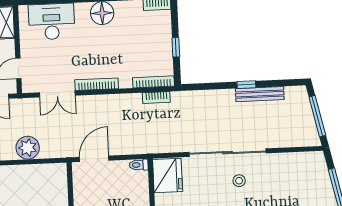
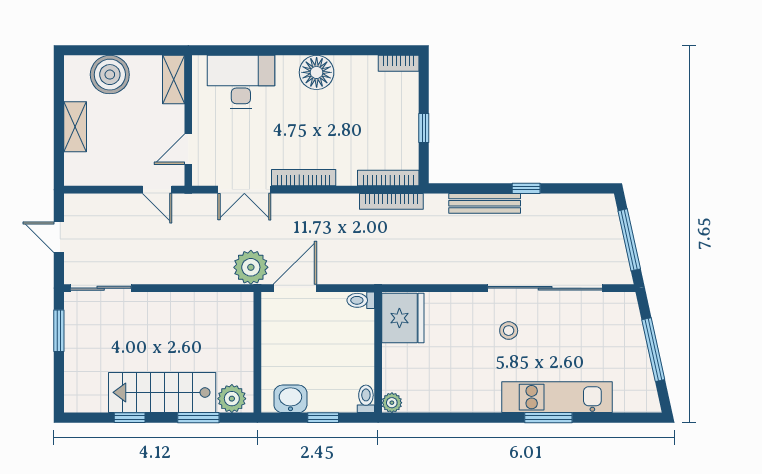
bench: (260, 94) -> (485, 203), moved
bookcase: (156, 97) -> (391, 201), width x1.56
plant: (28, 148) -> (251, 267), moved
sliding door: (227, 153) -> (545, 288), moved

